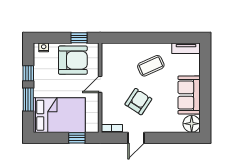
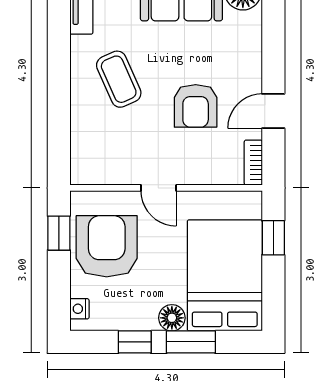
floor lamp: (39, 91) -> (172, 318), added
armchair: (138, 102) -> (196, 106), turned -123
door: (136, 138) -> (273, 111), swing flipped

